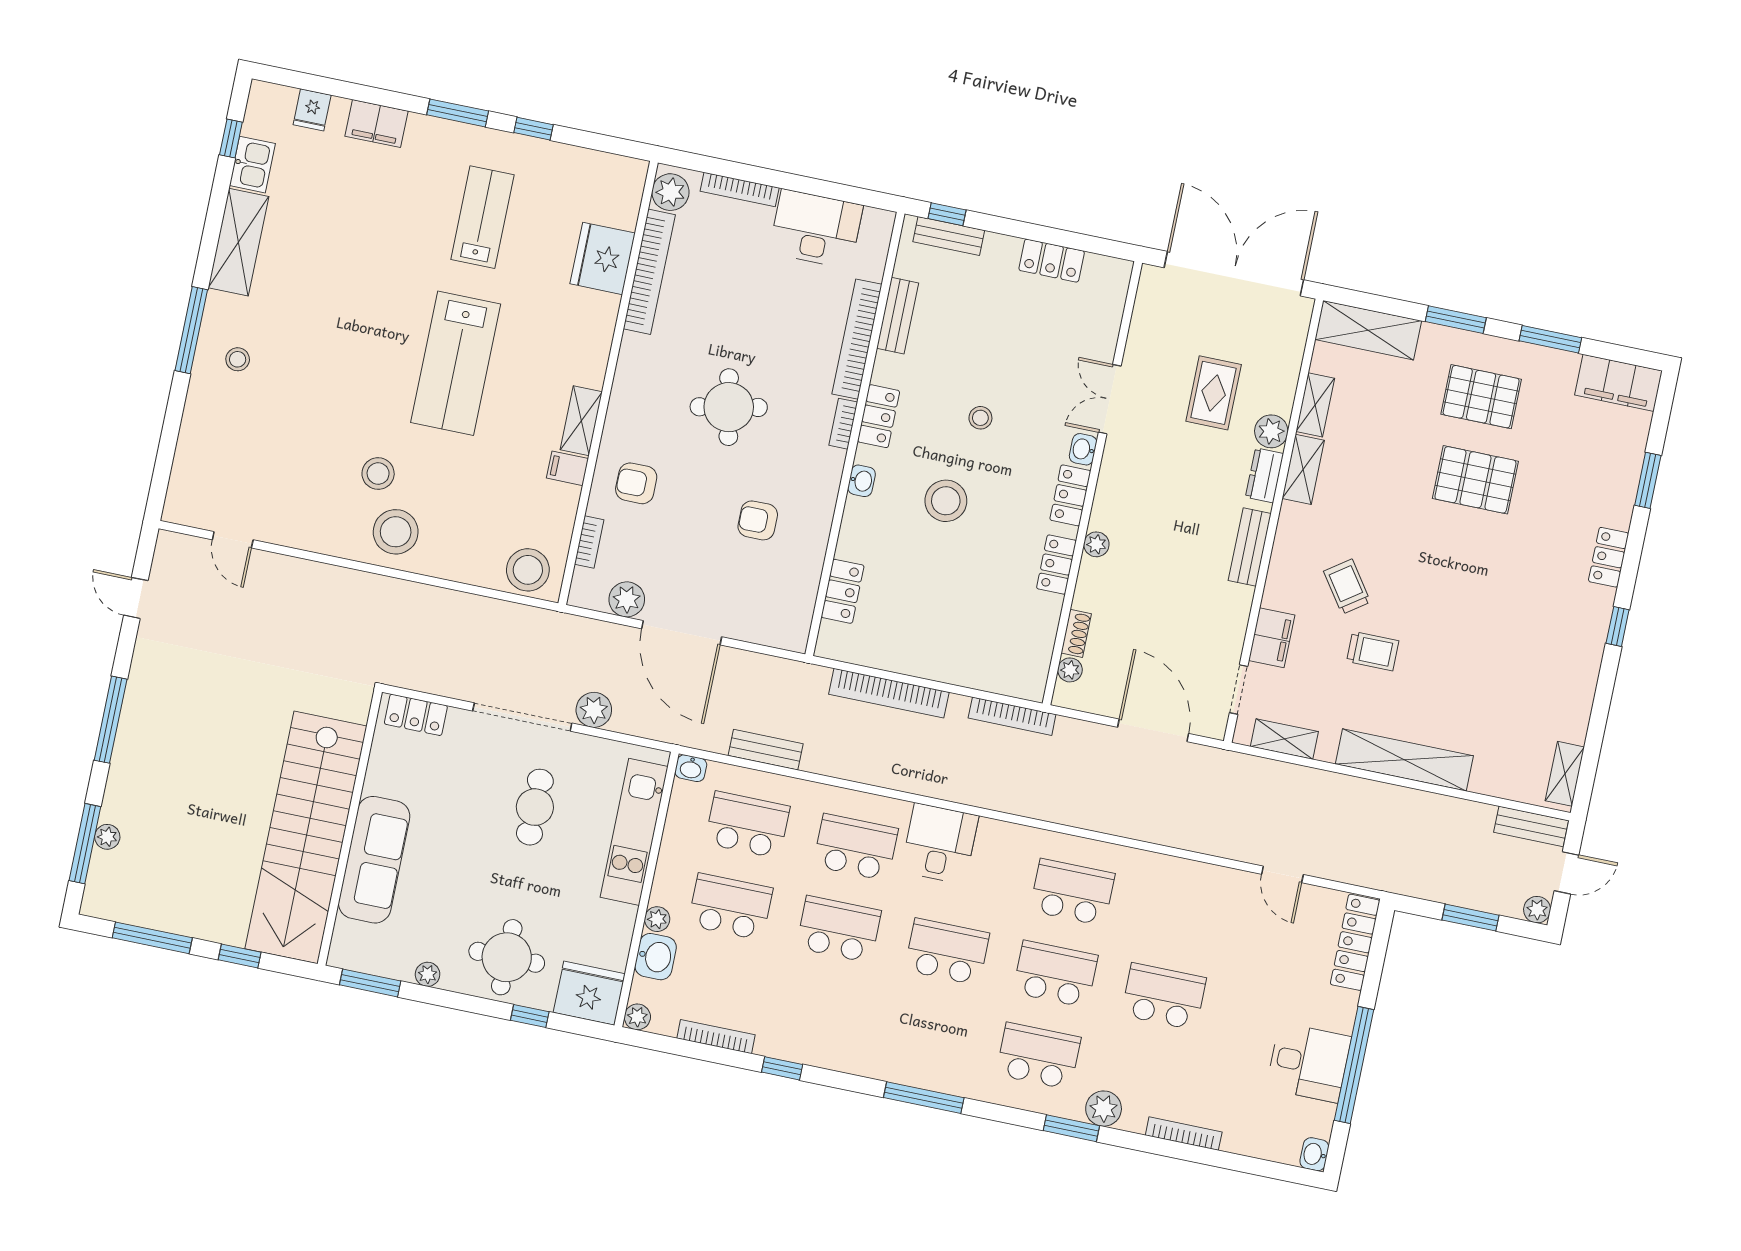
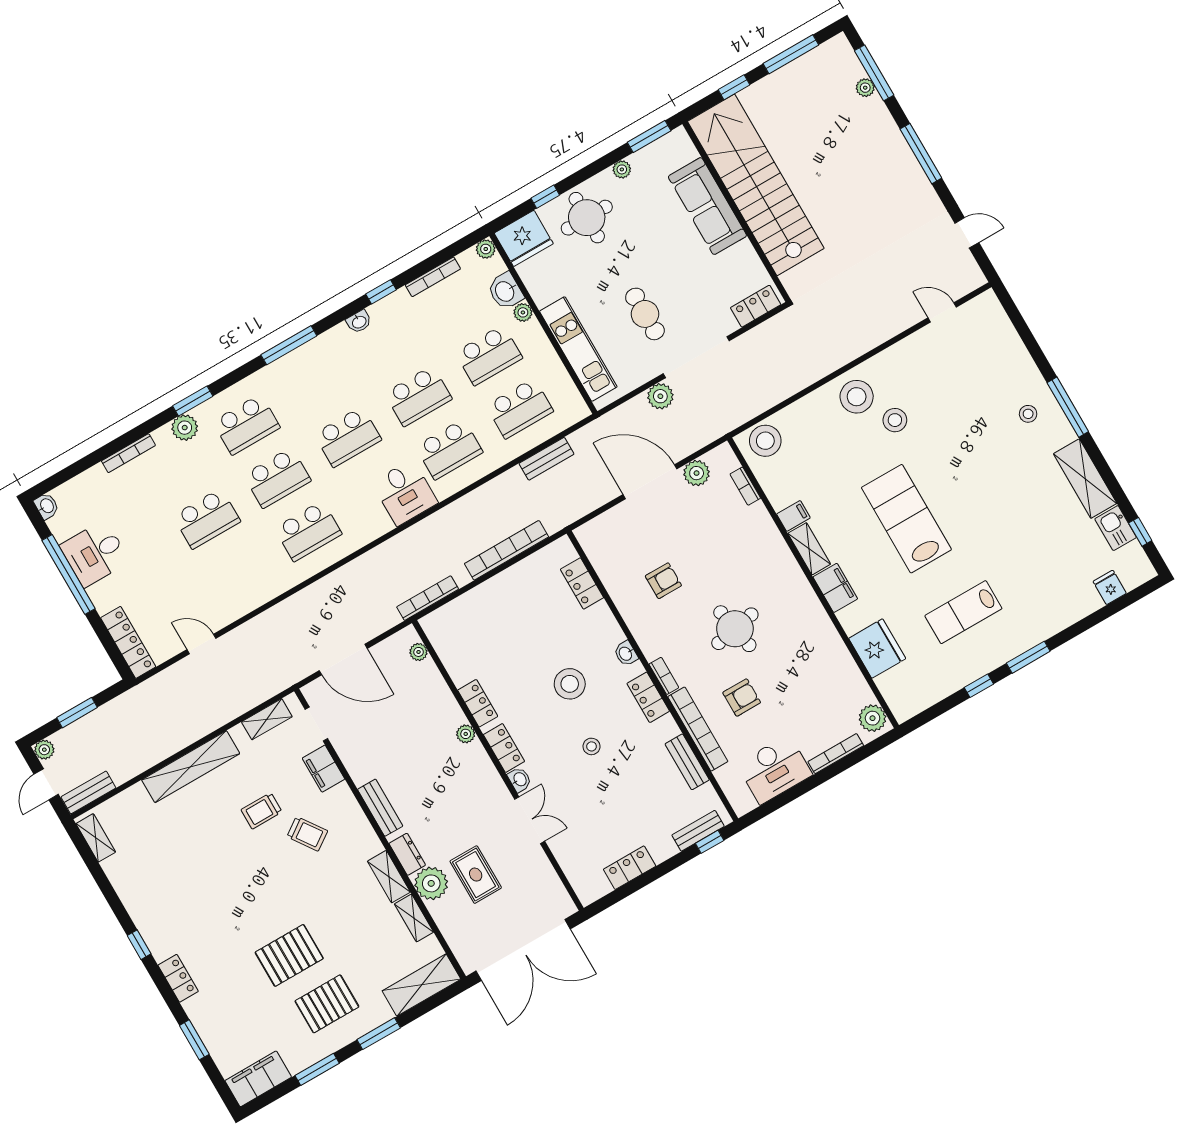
filing cabinet: (377, 124) -> (835, 588), moved, turned 90
lab bench: (482, 217) -> (963, 612), turned 90
bookcase: (649, 272) -> (845, 664), removed
plant: (1271, 431) -> (431, 883), width x1.36, depth x1.36
armchair: (636, 483) -> (742, 698), moved
shoe rack: (1076, 633) -> (433, 675), removed
washbasin: (691, 768) -> (359, 322), moved, turned 180

